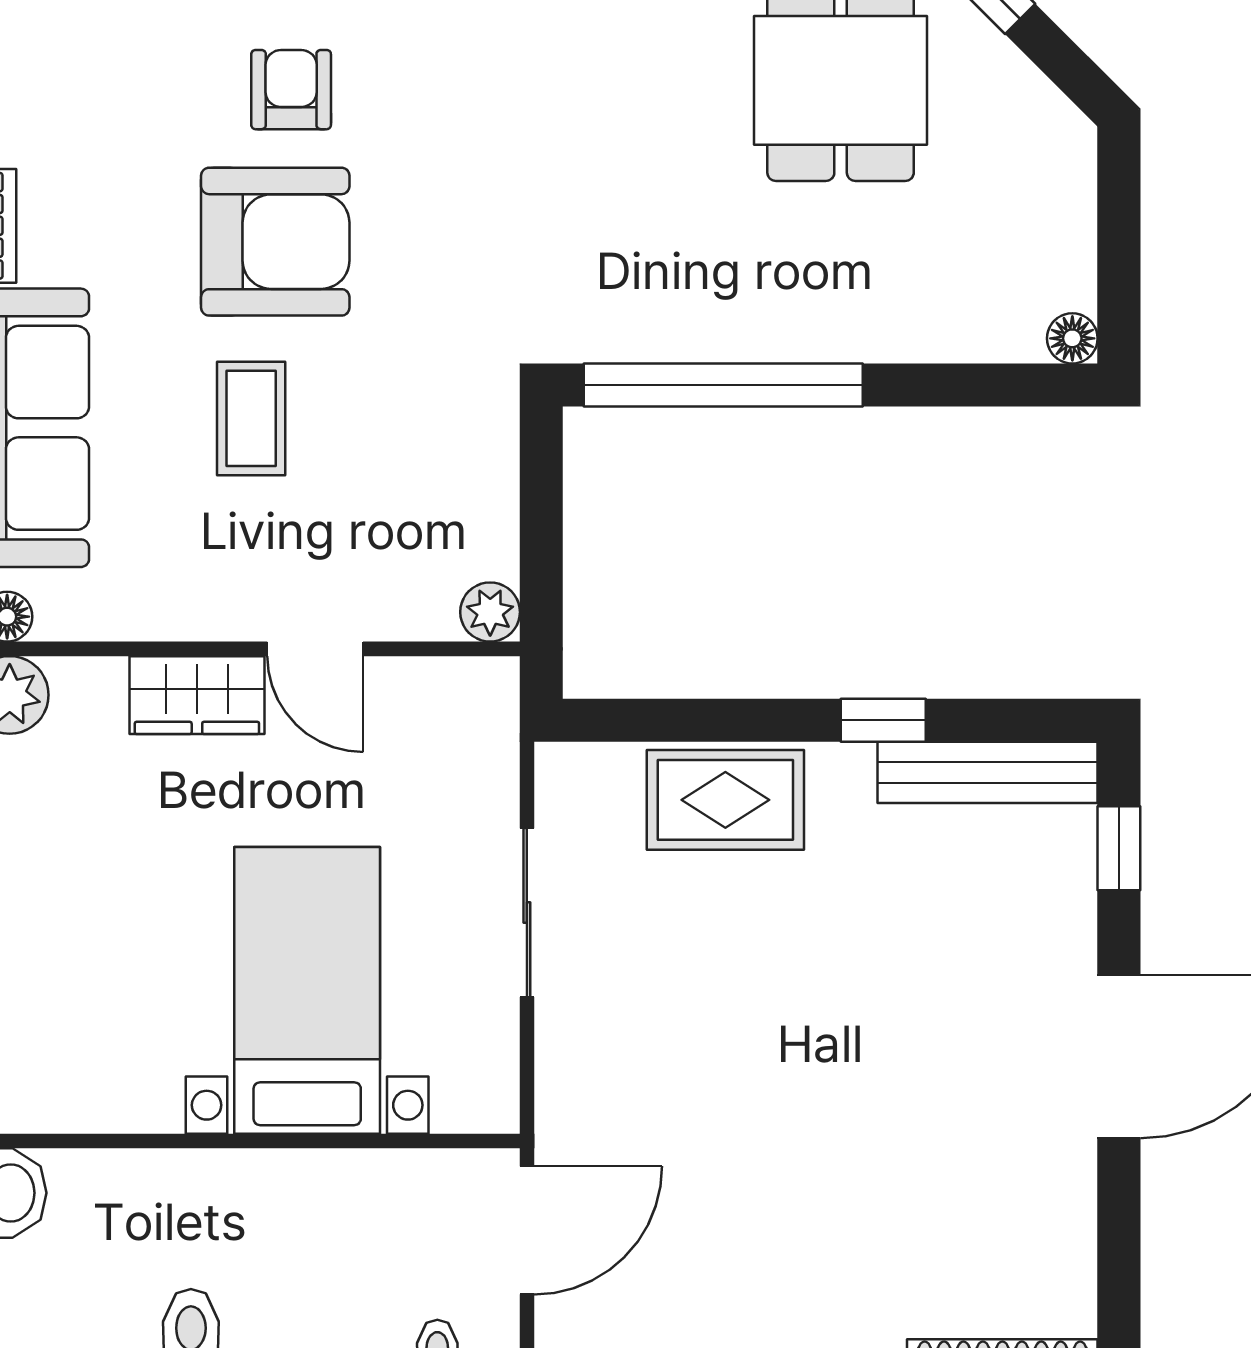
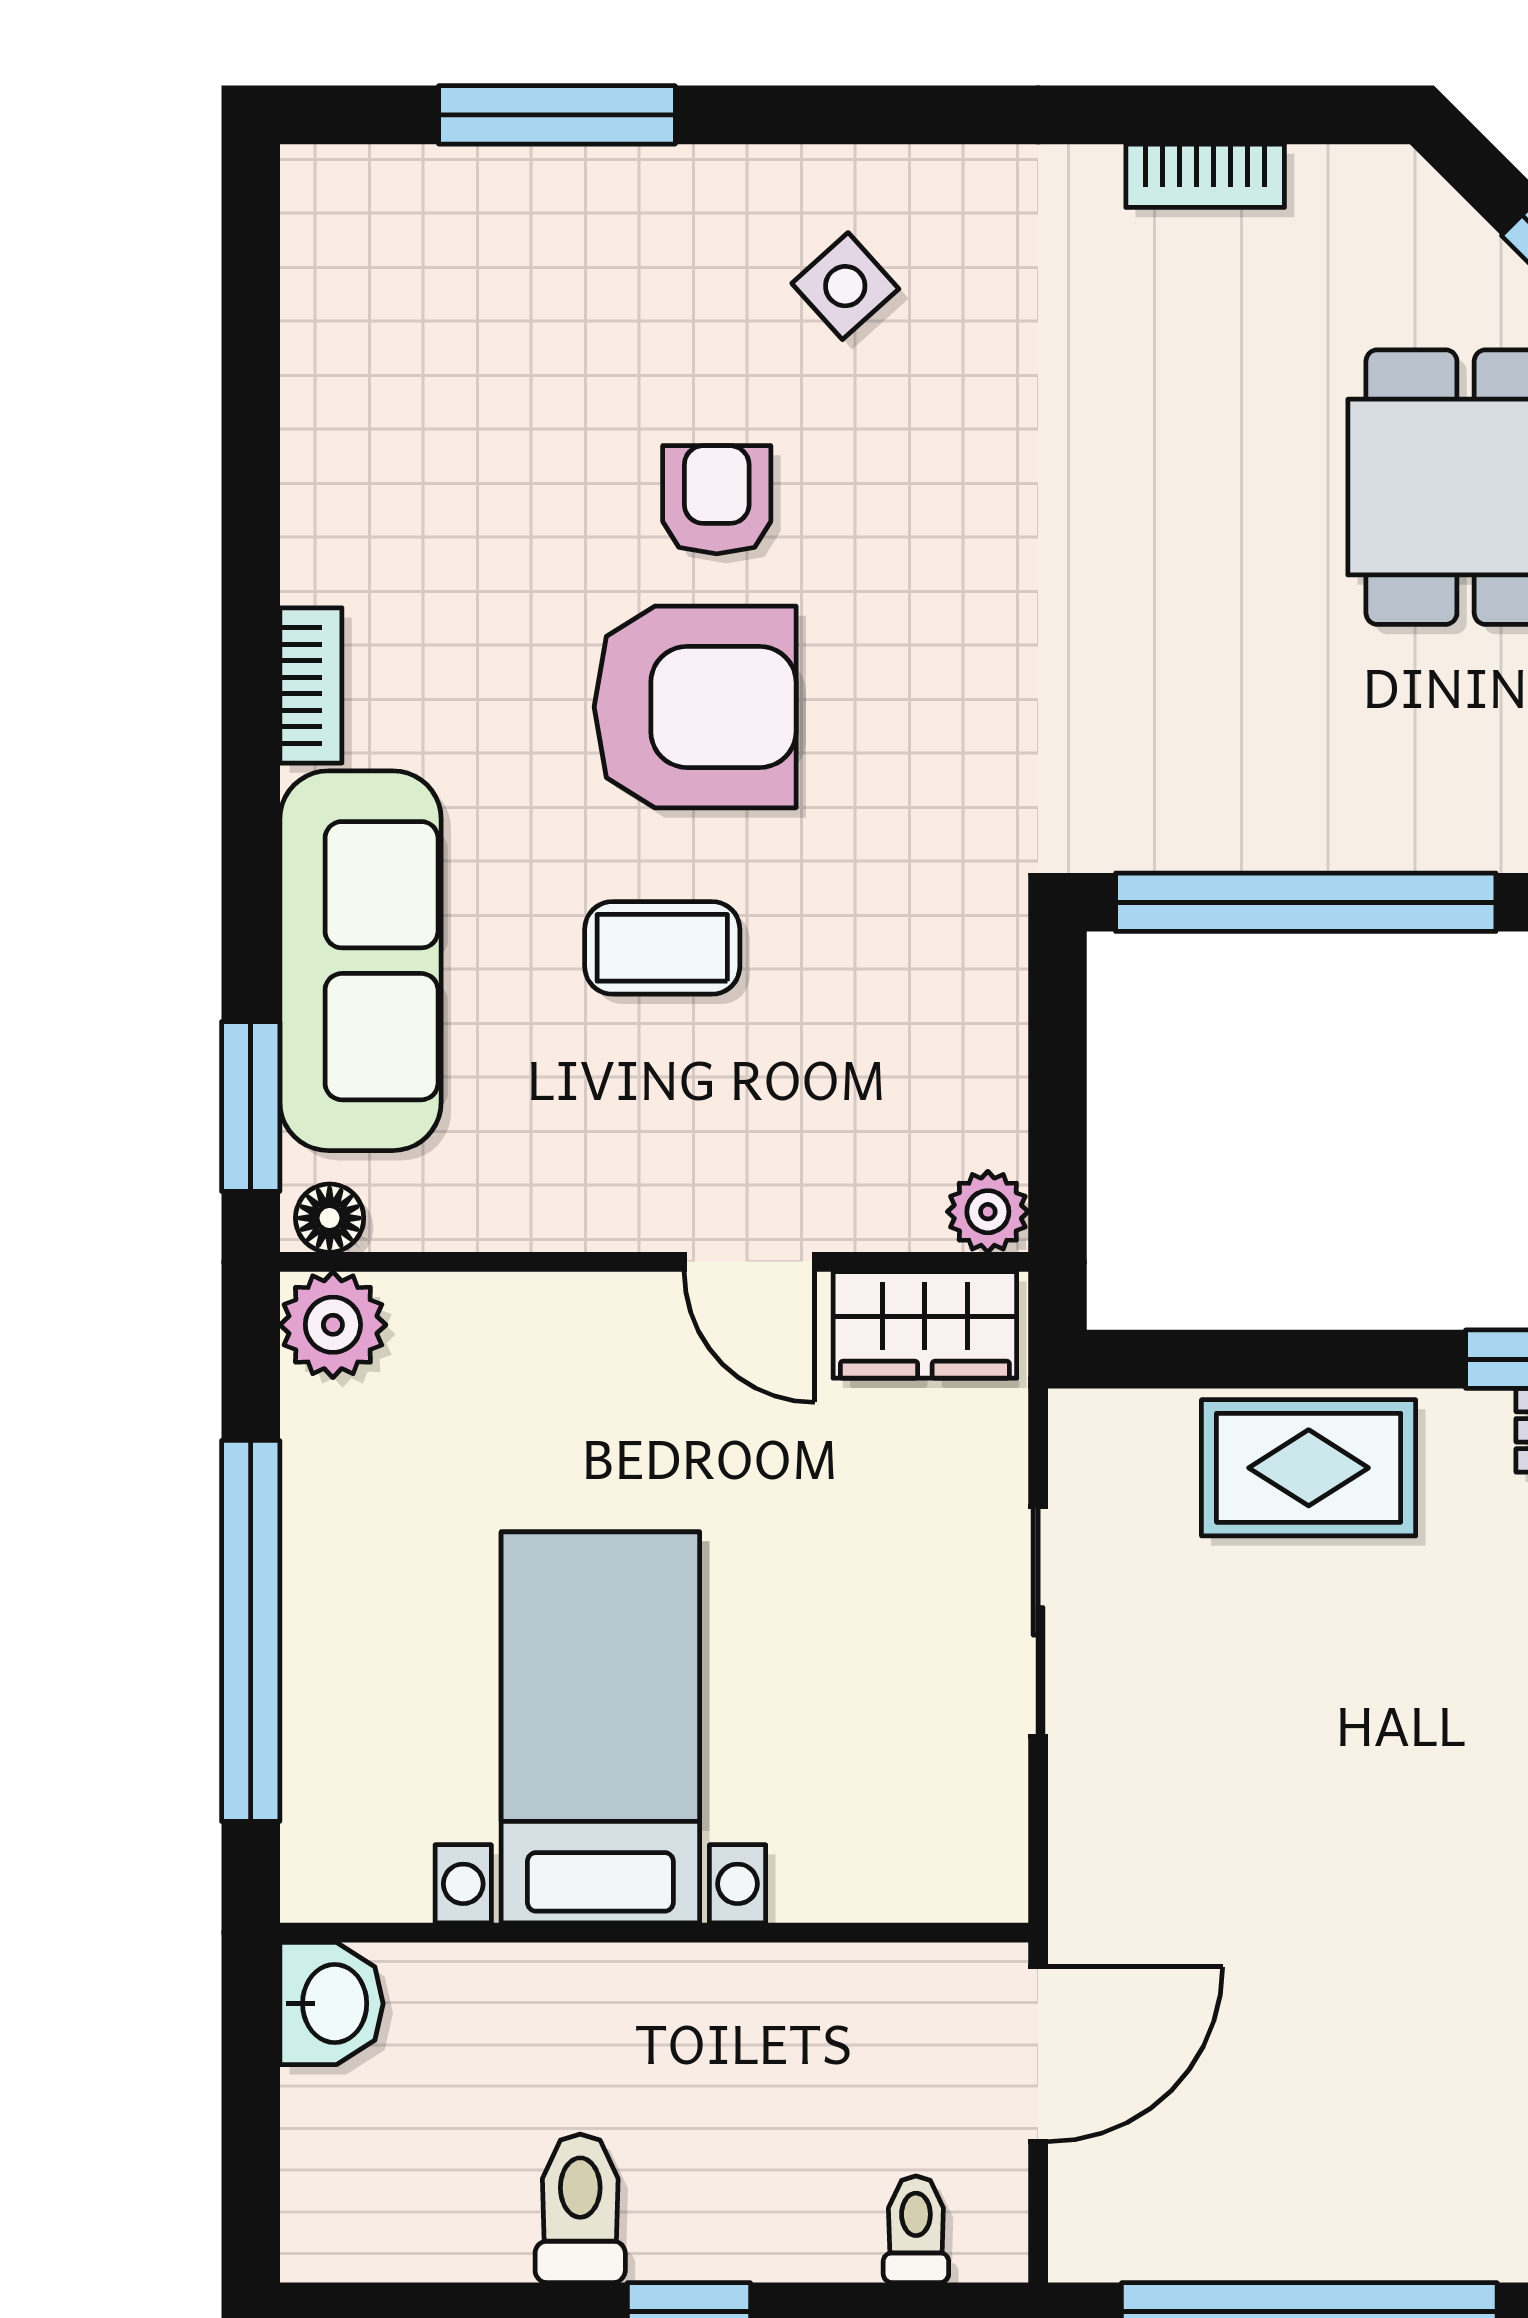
coffee table: (251, 418) -> (662, 948), turned 90
wardrobe: (197, 695) -> (925, 1325), moved
bed with nightstands: (307, 990) -> (600, 1727), moved

